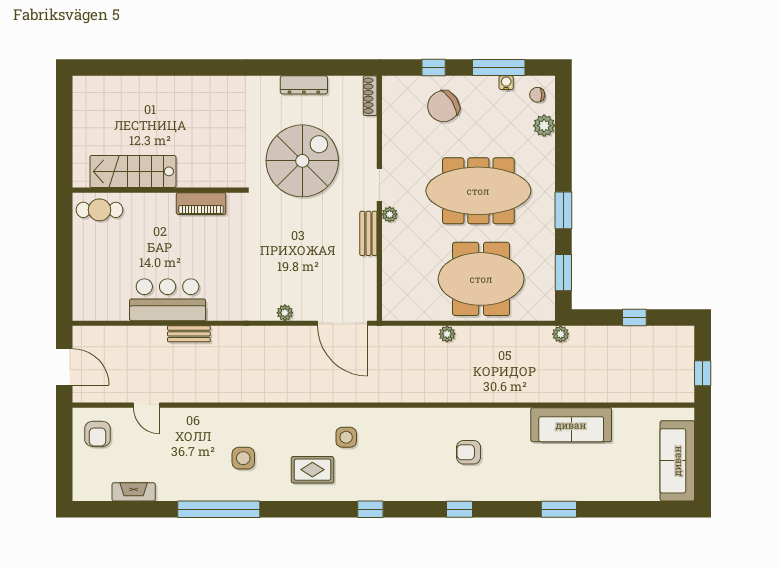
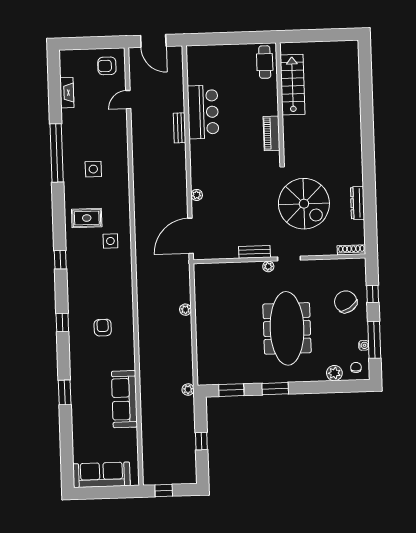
meeting table: (481, 279) -> (225, 332), removed
door: (64, 367) -> (153, 41), hinge flipped
rug: (312, 470) -> (87, 218), turned 90

